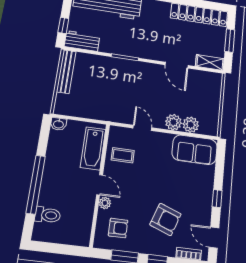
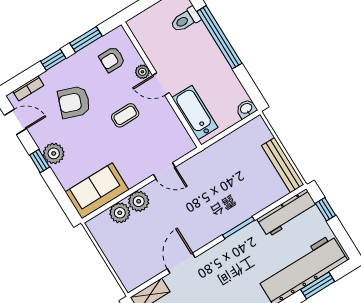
workbench: (82, 41) -> (287, 213), width x1.38
door: (177, 65) -> (181, 263), hinge flipped
coffee table: (123, 155) -> (125, 115), moved
plant: (204, 196) -> (54, 153), added

